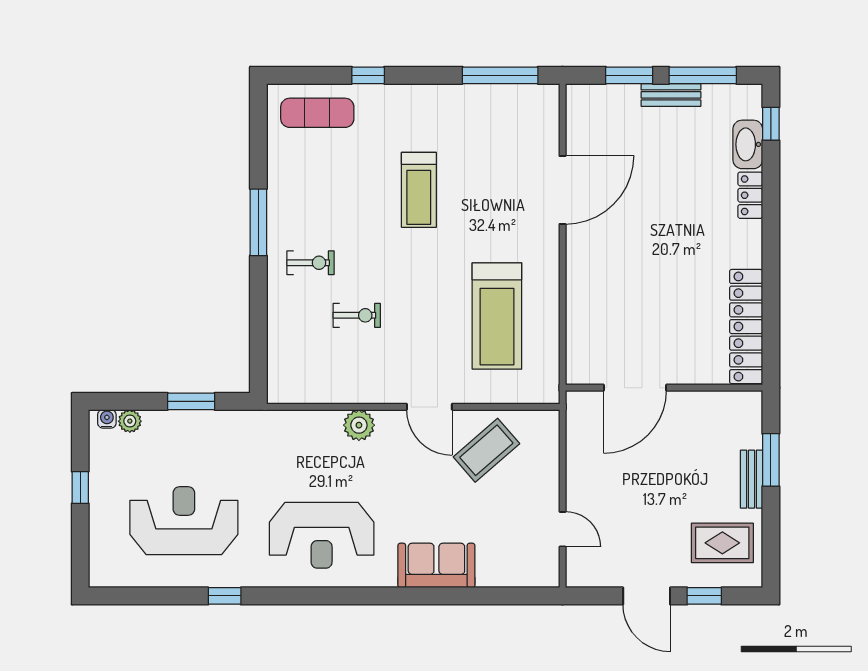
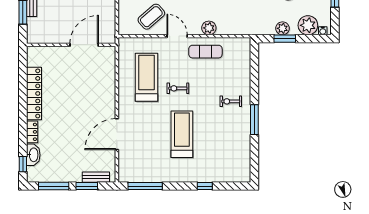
bench: (671, 95) -> (96, 177), moved
exercise mat: (317, 113) -> (205, 52), moved
treadmill: (419, 190) -> (182, 134), width x1.37, depth x1.38
exercise bike: (357, 315) -> (178, 88), moved
locker: (746, 327) -> (34, 93), moved
plant: (130, 421) -> (308, 25), width x1.88, depth x1.88
plant: (196, 424) -> (282, 28), added

